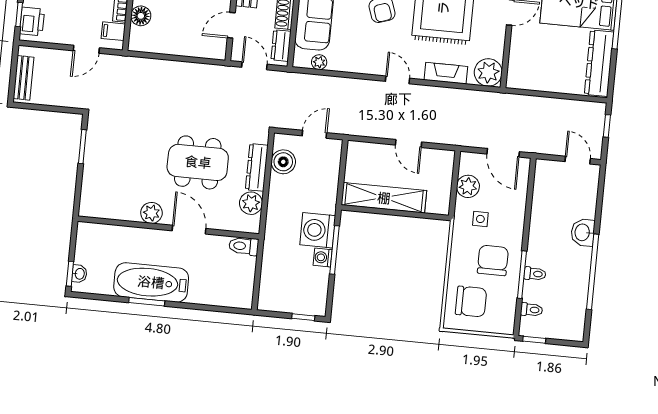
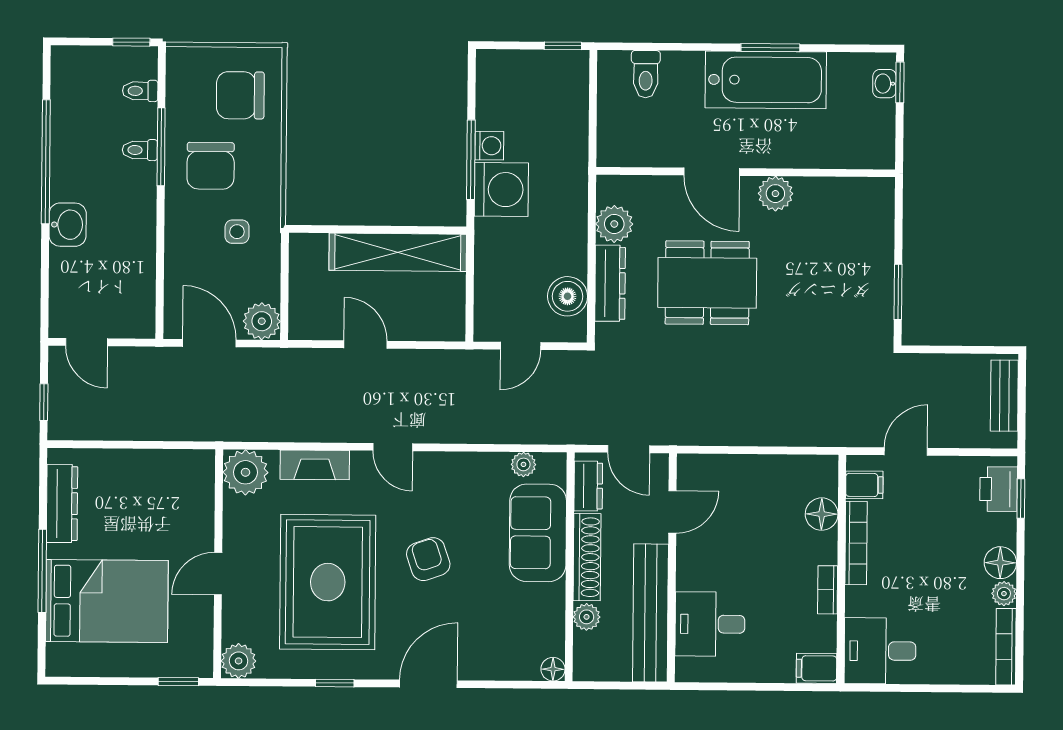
dresser: (599, 63) -> (62, 504), width x0.73, depth x0.80
plant: (468, 186) -> (262, 321), moved
toilet: (244, 246) -> (646, 74), moved, turned 90
window: (303, 317) -> (563, 46), moved

